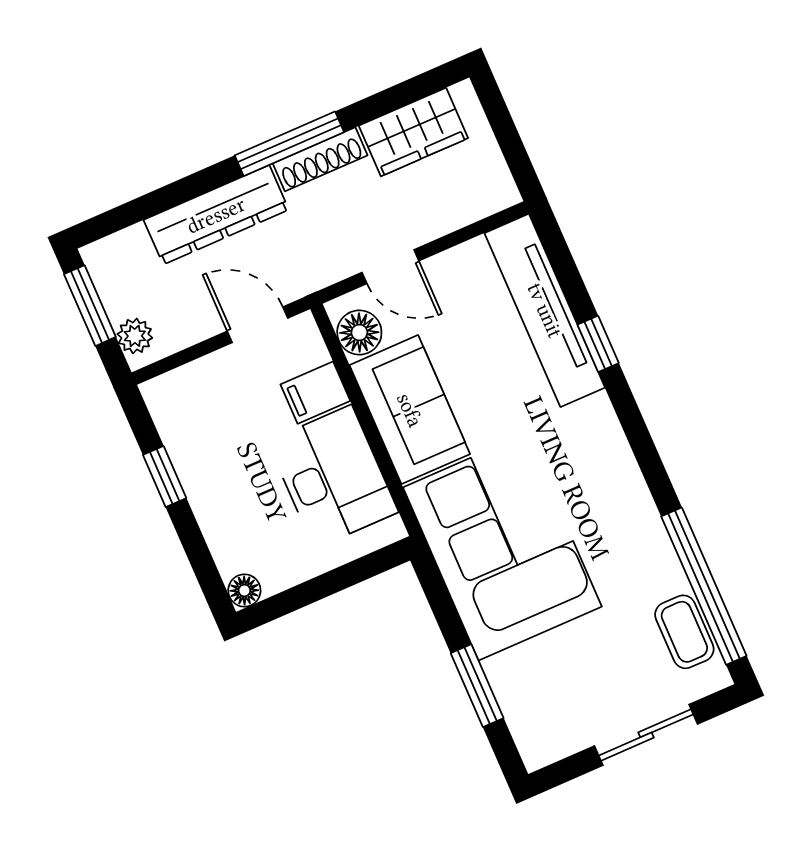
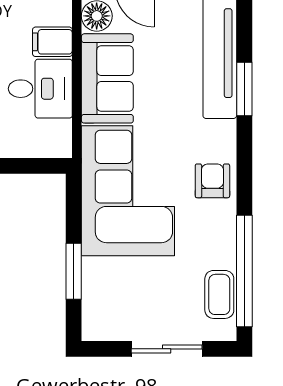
window: (598, 344) -> (244, 89), width x1.50
desk: (333, 477) -> (40, 89), width x0.73
armchair: (609, 485) -> (212, 181), added

